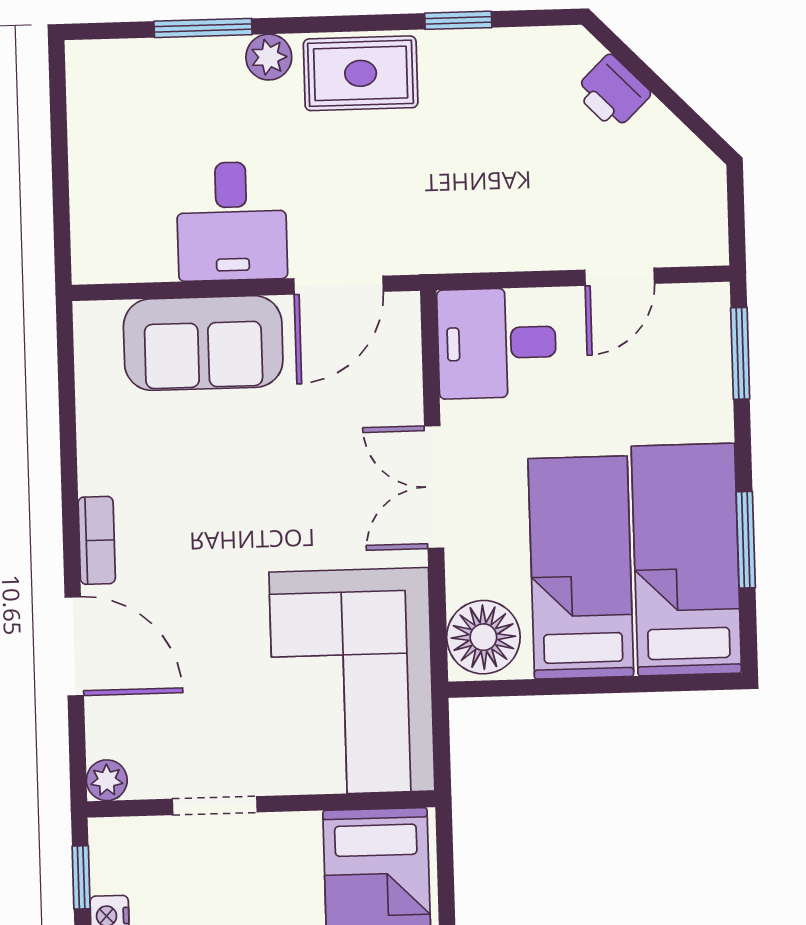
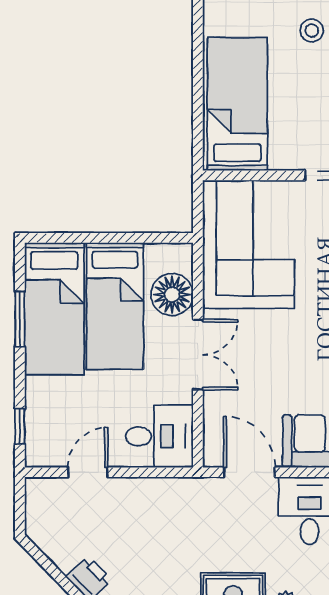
door: (339, 285) -> (249, 472), hinge flipped
window: (740, 353) -> (20, 426), width x0.67
floor lamp: (483, 637) -> (172, 295), moved

